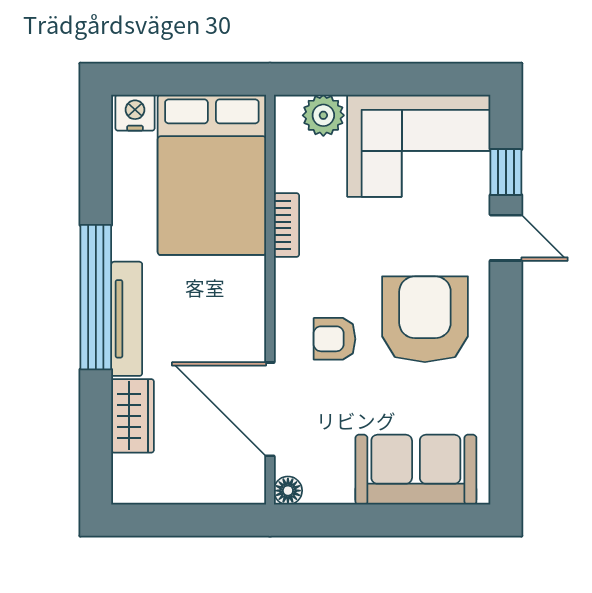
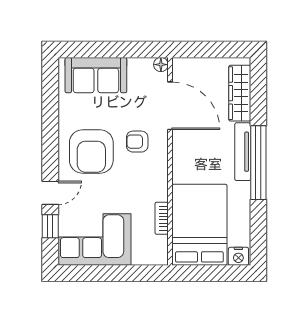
plant: (323, 115) -> (143, 255), removed
bookcase: (287, 225) -> (162, 218), moved
door: (506, 238) -> (50, 193), swing flipped
armchair: (335, 339) -> (137, 142), turned 180
wardrobe: (133, 416) -> (240, 93), width x1.50

